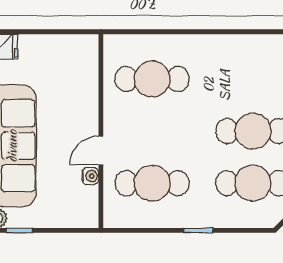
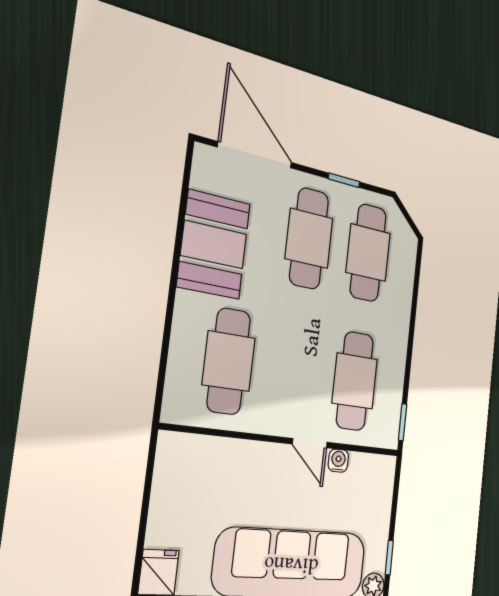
booth: (232, 58) -> (214, 245), added
window: (198, 230) -> (403, 422), moved

